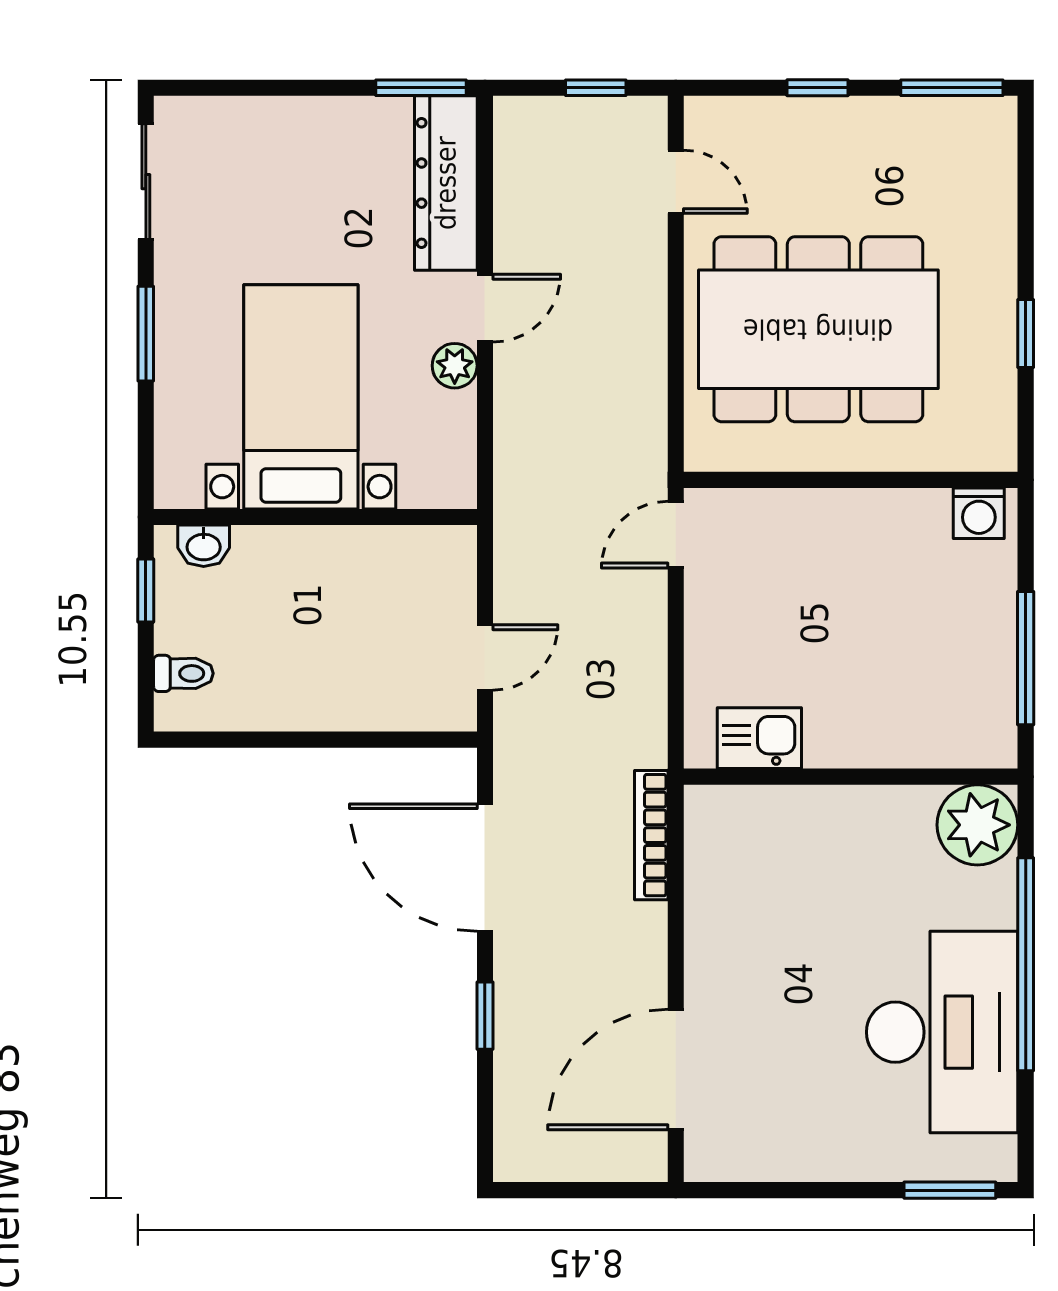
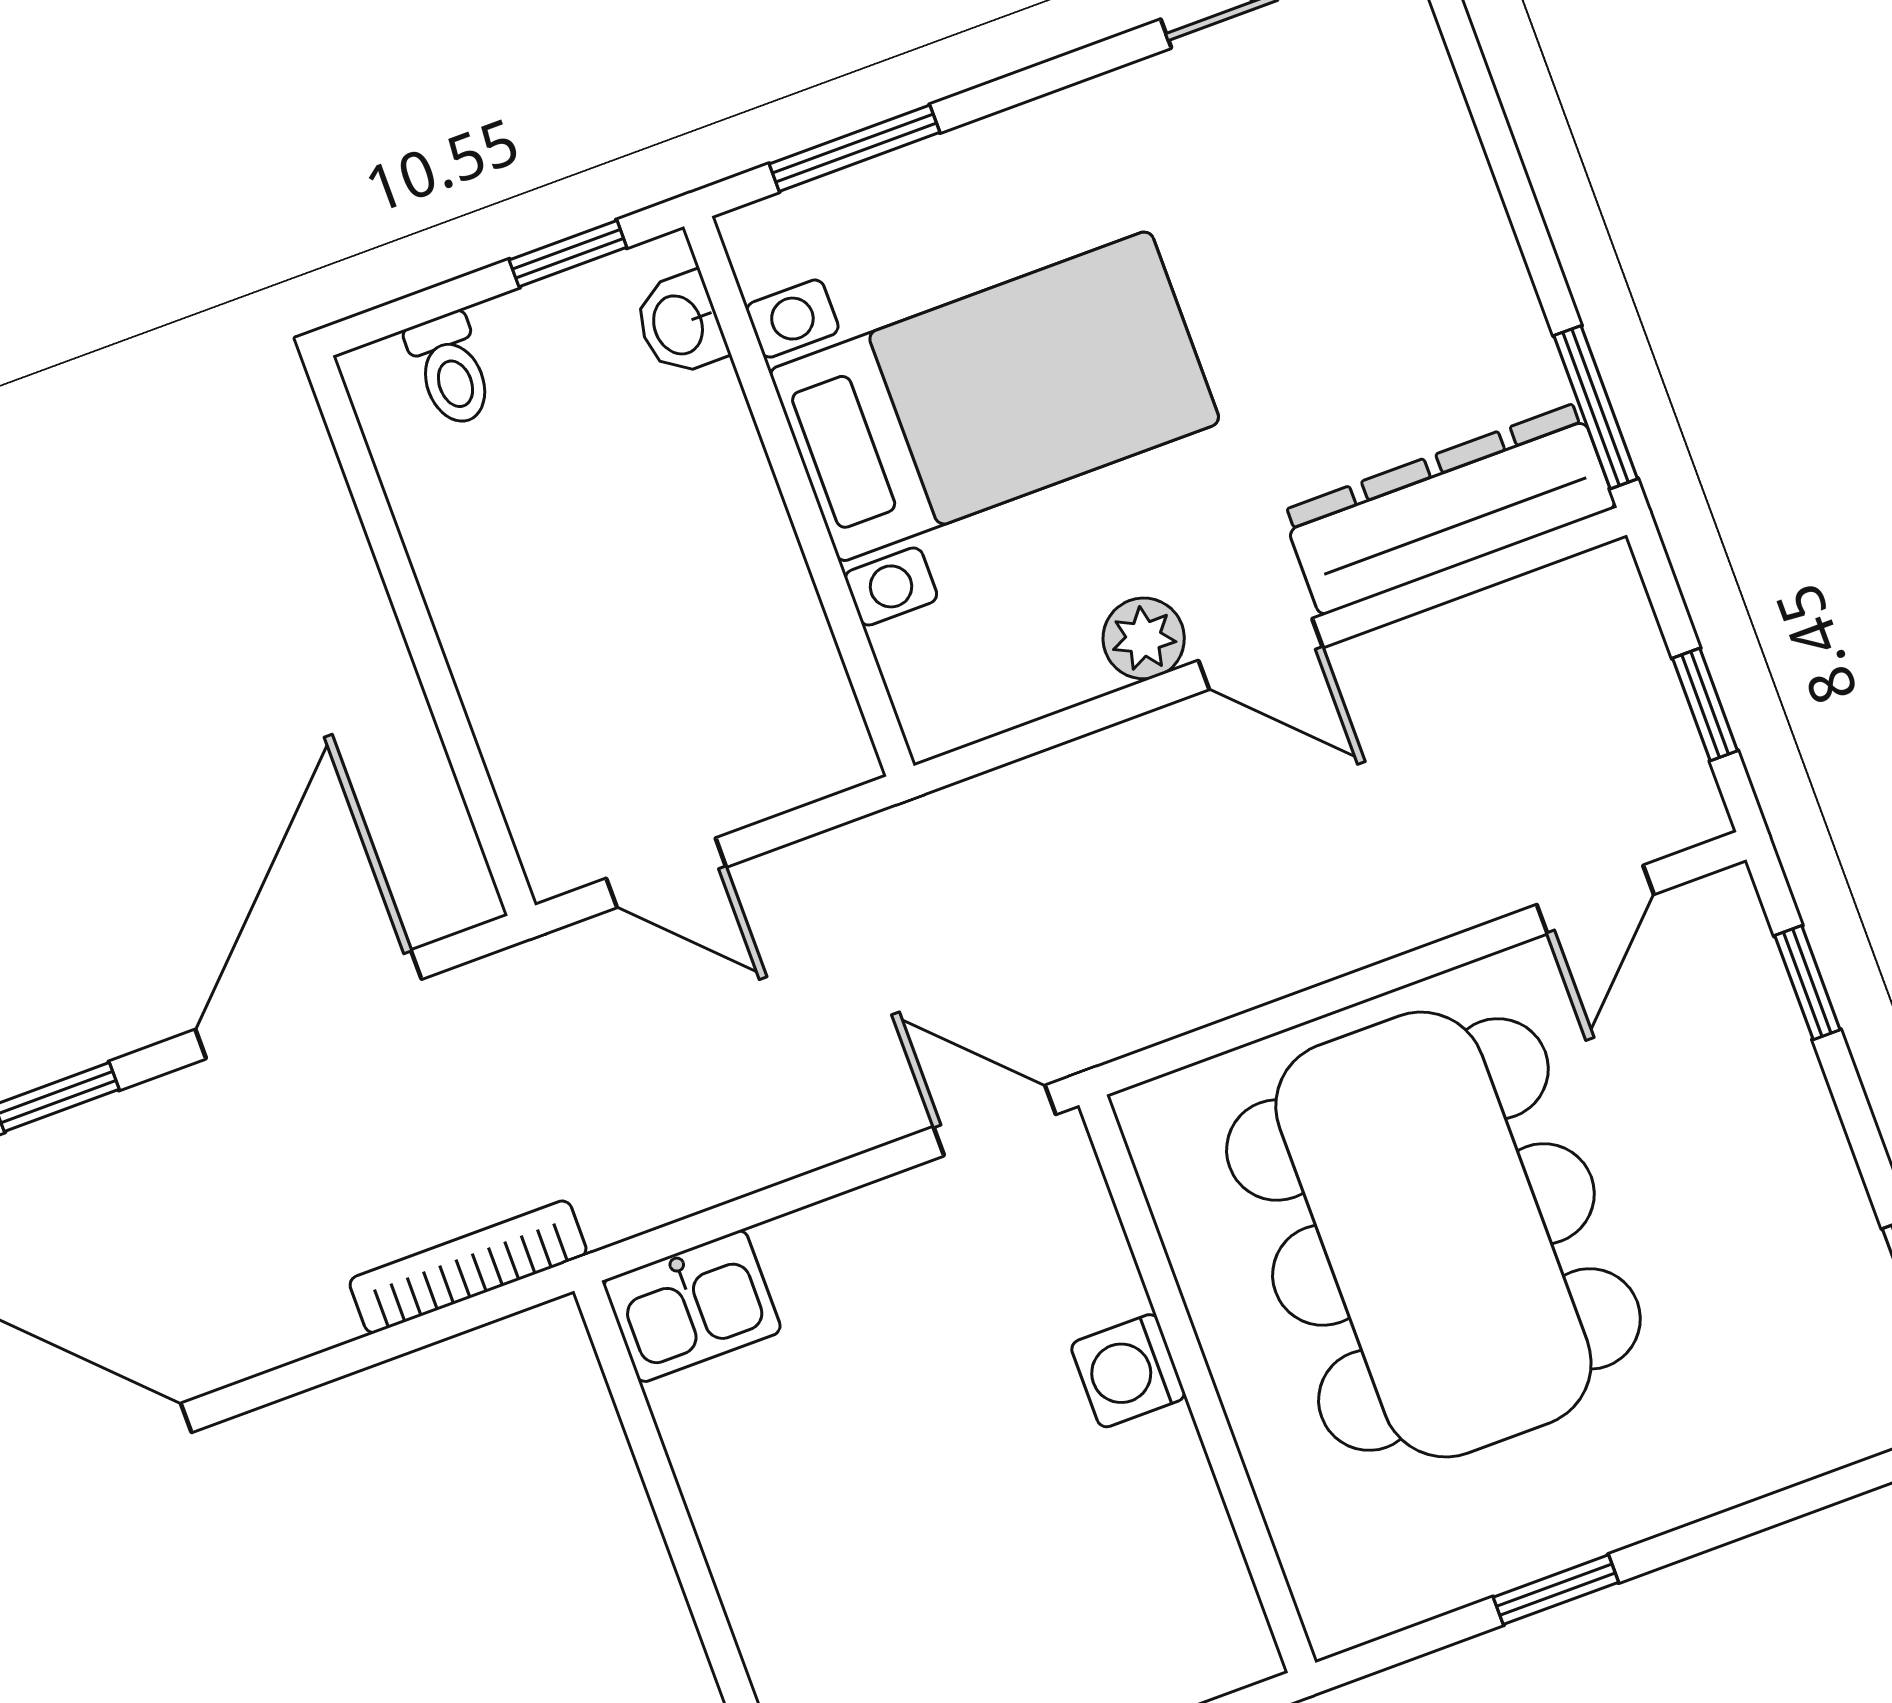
window: (817, 88) -> (1807, 983), moved
window: (146, 334) -> (855, 148), moved
washing machine: (979, 513) -> (1128, 1371), moved
kitchen sink: (759, 738) -> (692, 1306), moved, turned 90

